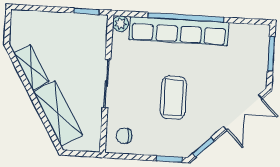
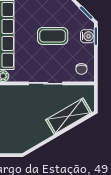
shelving: (31, 67) -> (37, 137), removed
water cooler: (170, 147) -> (87, 36), added

